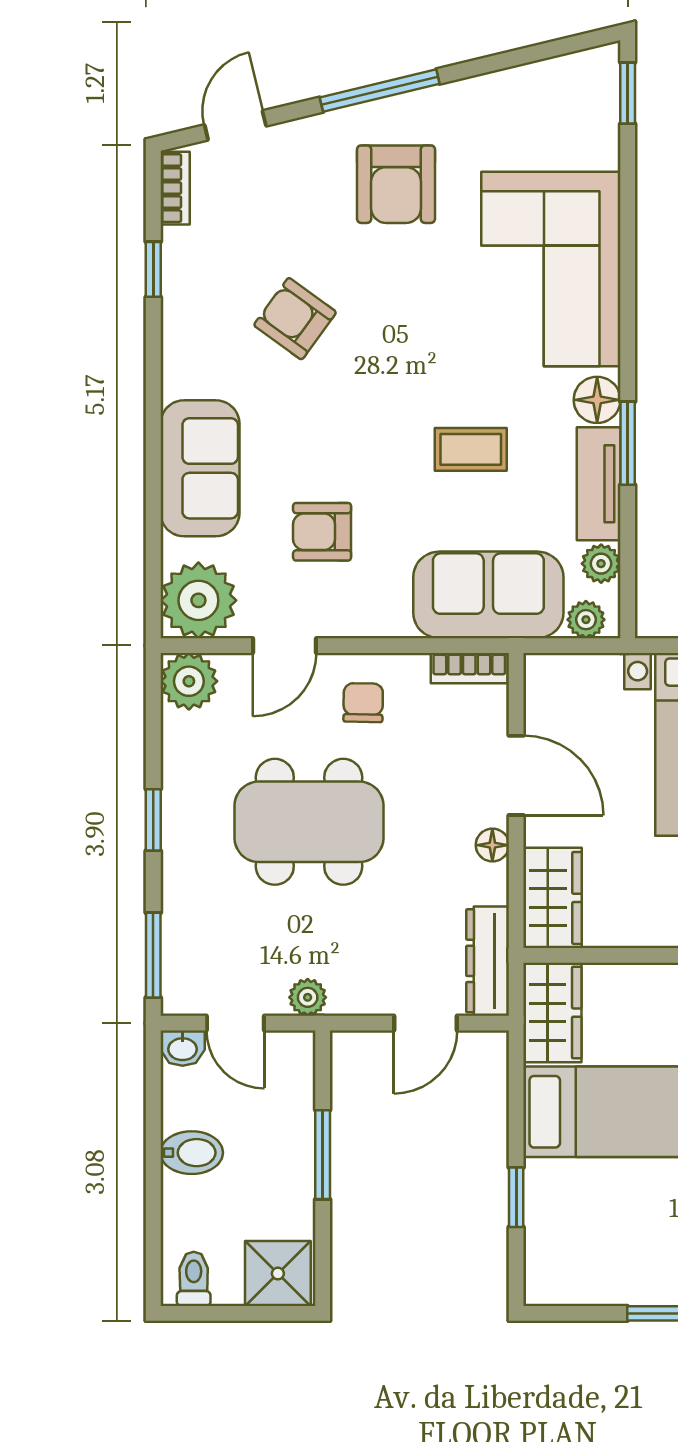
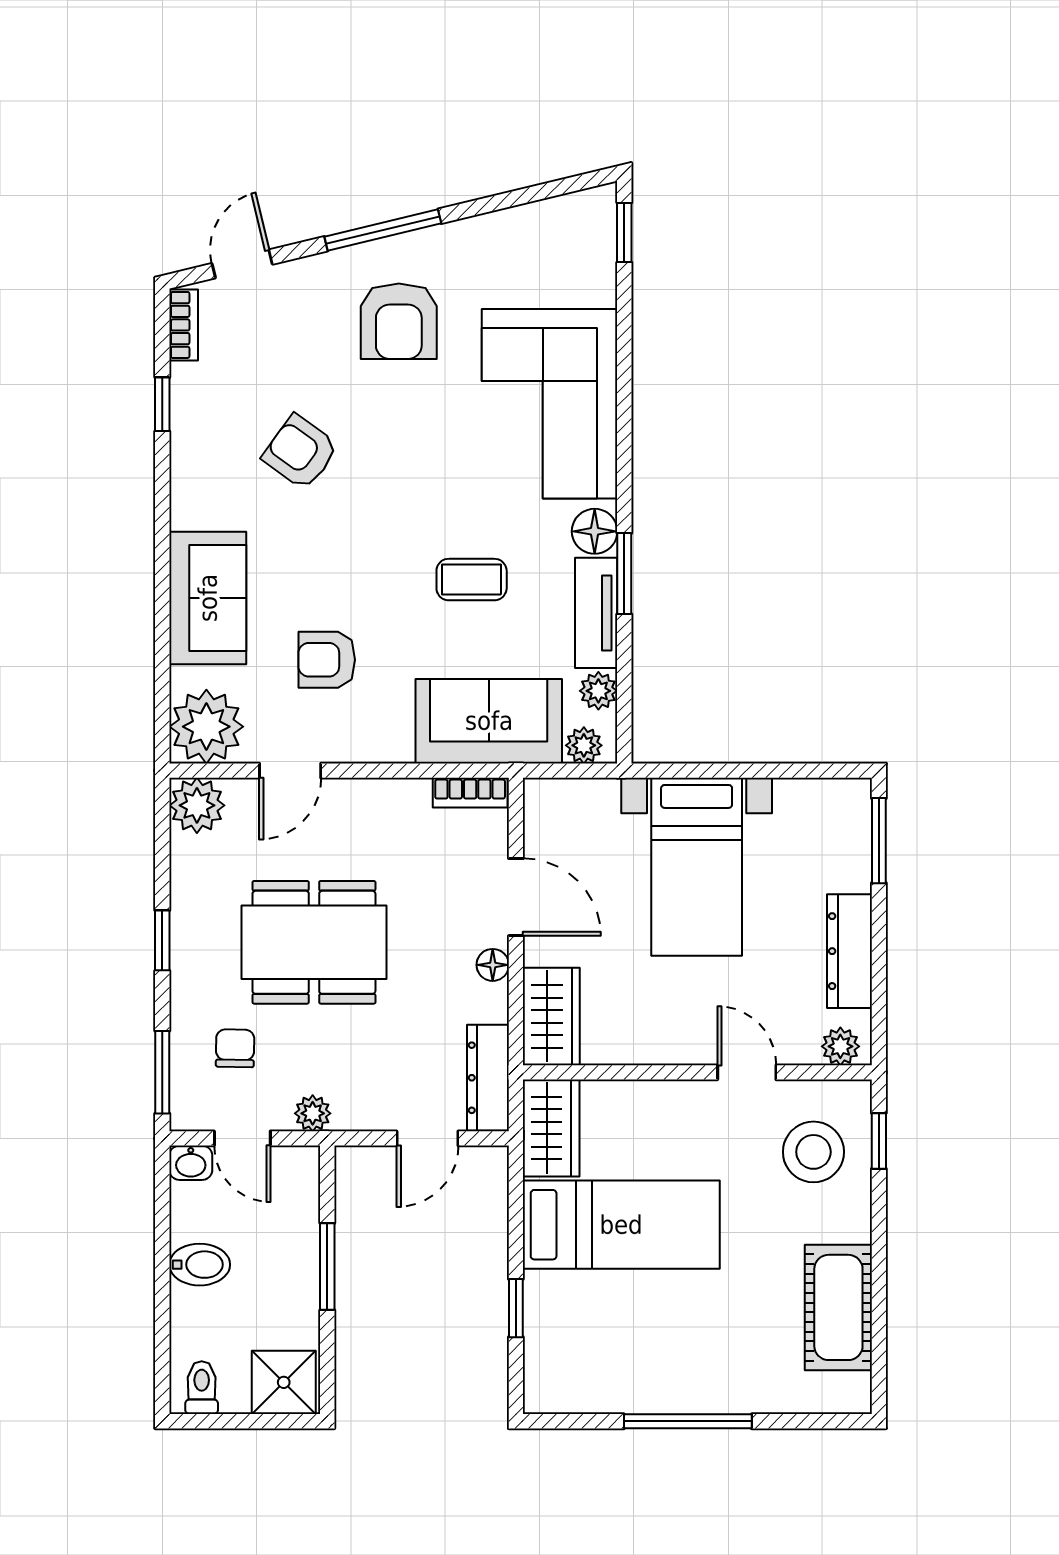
chair: (363, 703) -> (235, 1048), moved

